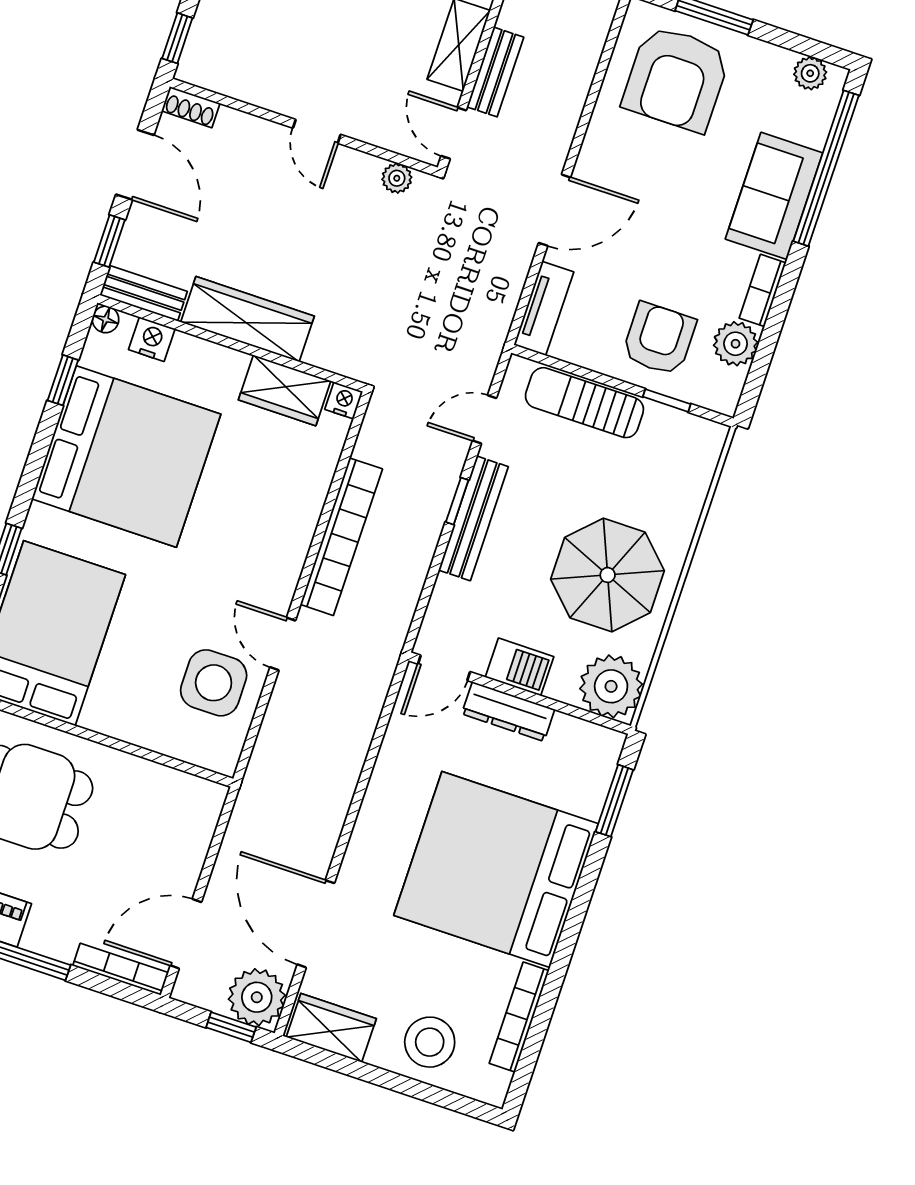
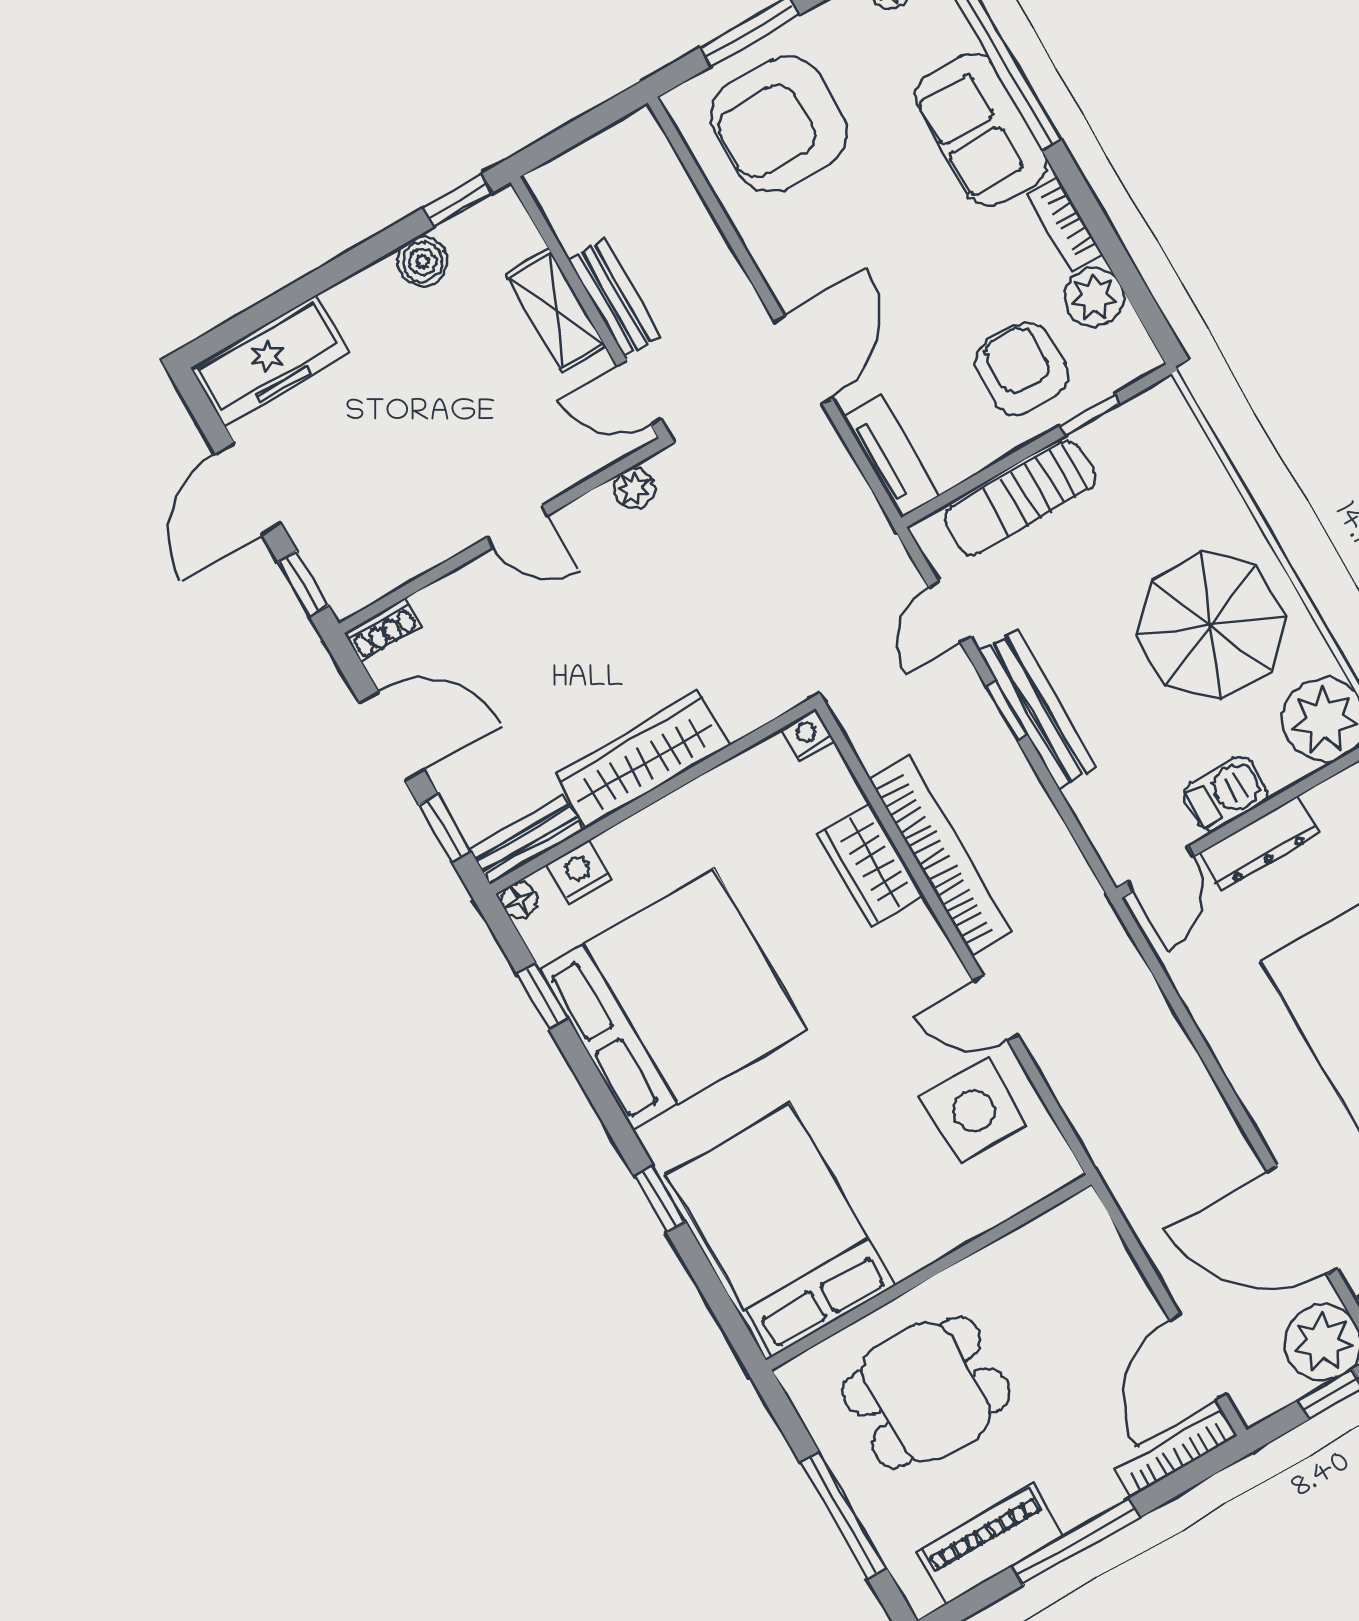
armchair: (676, 79) -> (779, 124), turned 90
wardrobe: (285, 390) -> (870, 865), moved, turned 90

